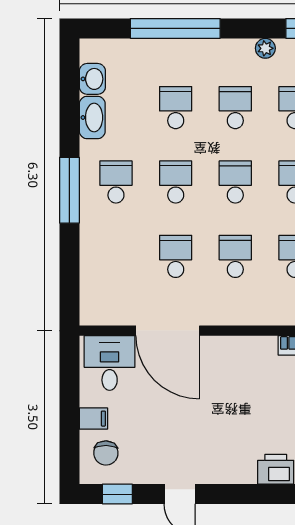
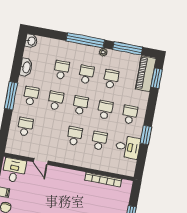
window: (175, 28) -> (85, 40), moved
washbasin: (92, 79) -> (31, 41), moved
school desk: (176, 256) -> (25, 127), moved
door: (168, 331) -> (41, 161), width x0.53

